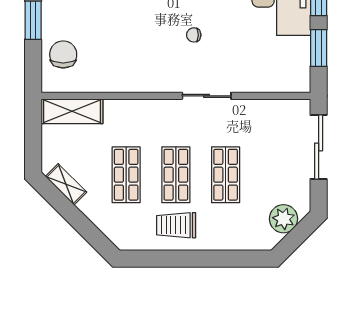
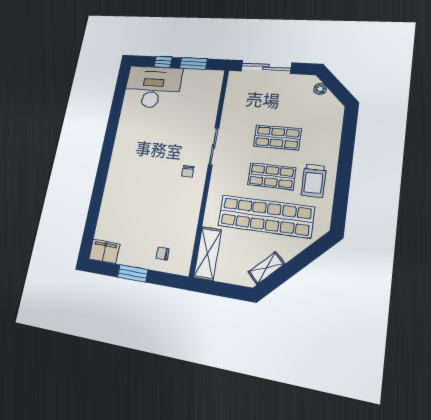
chair: (194, 35) -> (188, 171), moved
chair: (63, 54) -> (163, 254), width x0.54, depth x0.54
shop shelf: (126, 175) -> (266, 216), width x2.00, depth x1.36
plant: (284, 219) -> (320, 89), width x0.53, depth x0.53

